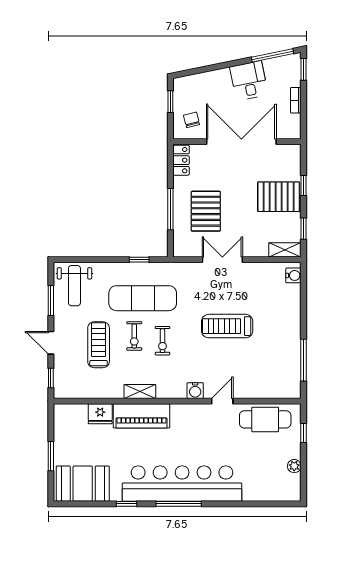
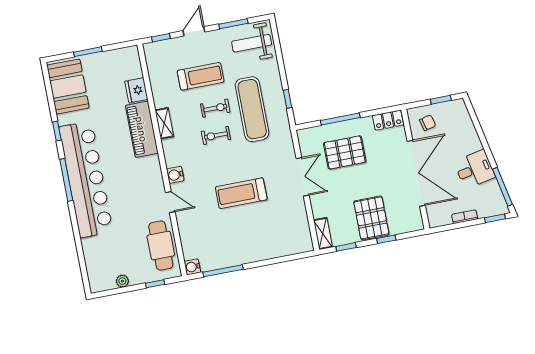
water cooler: (293, 275) -> (192, 267), moved, turned 90
treadmill: (227, 326) -> (241, 193), turned -90
exercise bike: (134, 336) -> (215, 108), turned 180

